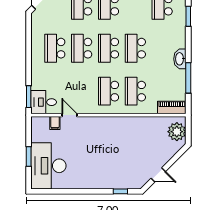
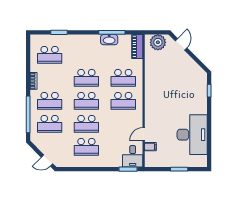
washbasin: (180, 59) -> (109, 40), moved
desk: (48, 166) -> (192, 135), moved, turned -90
door: (158, 175) -> (181, 44), moved

